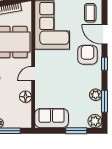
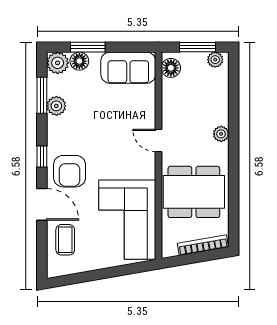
door: (33, 74) -> (158, 140), swing flipped
floor lamp: (25, 97) -> (171, 68), moved
floor lamp: (81, 122) -> (79, 61), added

